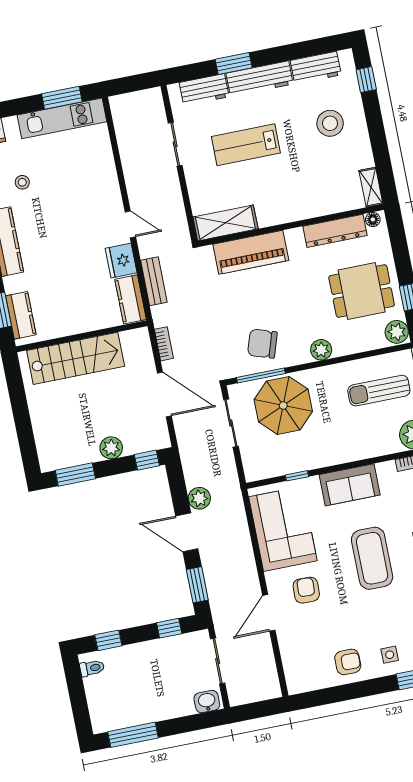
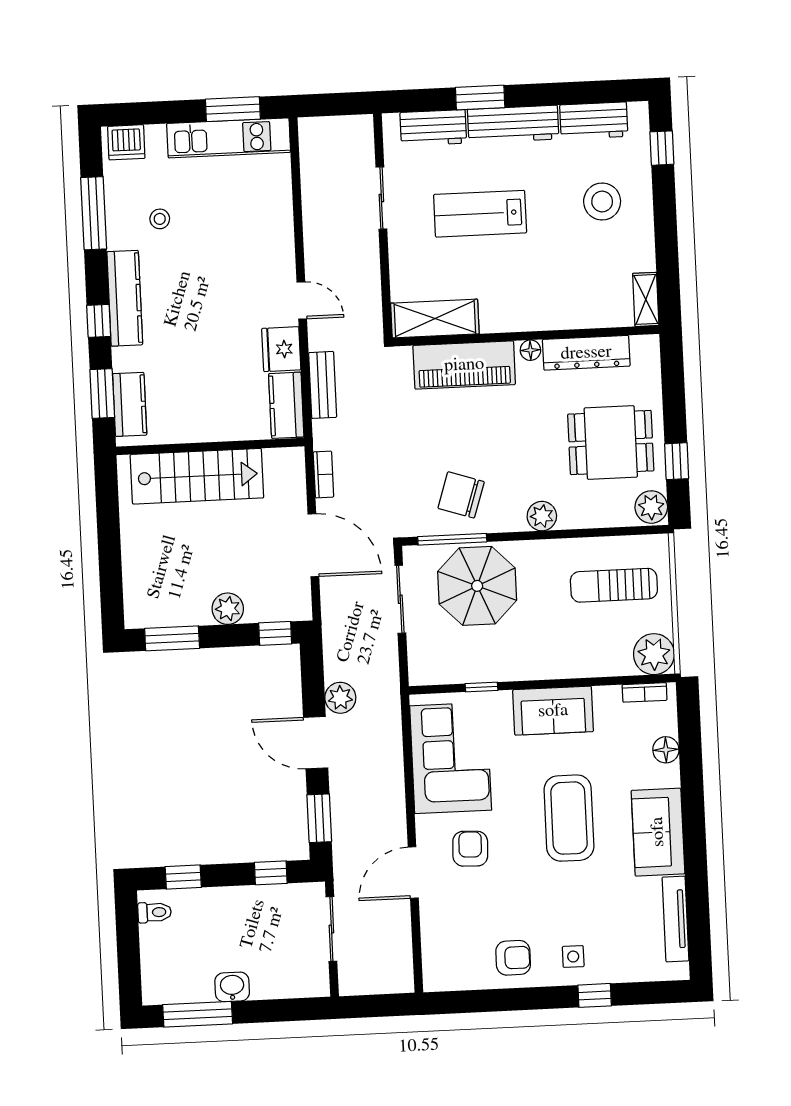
floor lamp: (373, 219) -> (530, 350), moved
washbasin: (207, 702) -> (232, 987), moved

